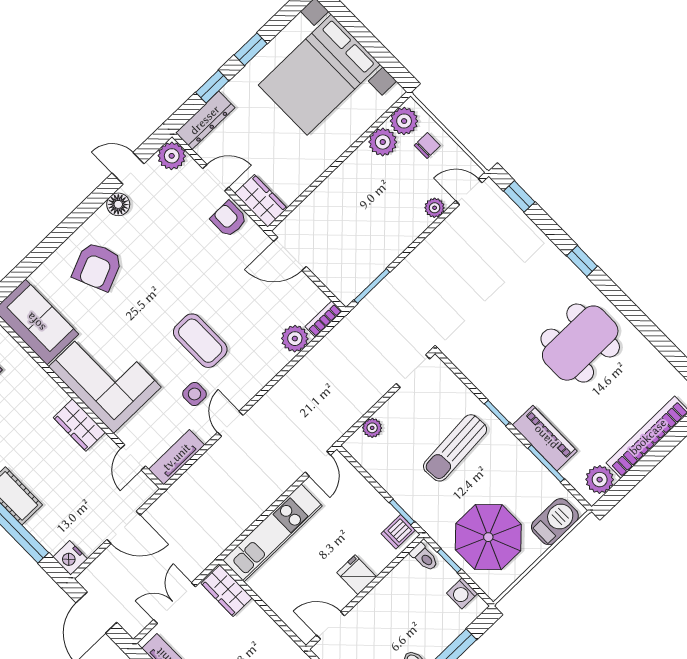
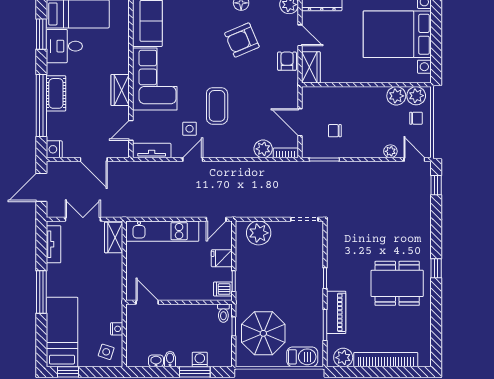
chair: (353, 244) -> (335, 131), added
door: (290, 254) -> (300, 122), moved
window: (582, 261) -> (436, 268), moved
armchair: (97, 266) -> (242, 40), moved
plant: (372, 428) -> (259, 233), width x1.88, depth x1.88
sun lounger: (455, 448) -> (289, 275), removed
fridge: (357, 575) -> (222, 258), moved, turned -90
washing machine: (462, 593) -> (200, 359), moved, turned 90

